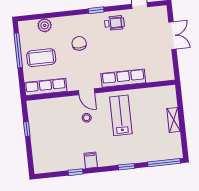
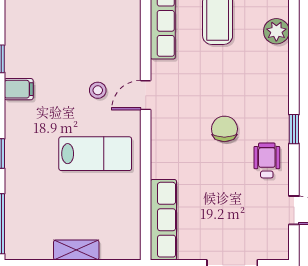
wheelchair: (114, 23) -> (267, 160), turned 180
chair: (79, 43) -> (224, 129), moved, turned -90
row of seats: (123, 78) -> (163, 220), moved

